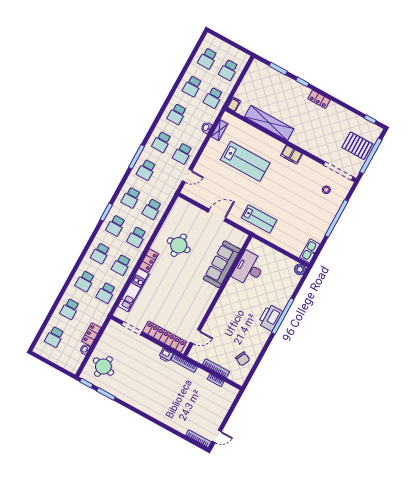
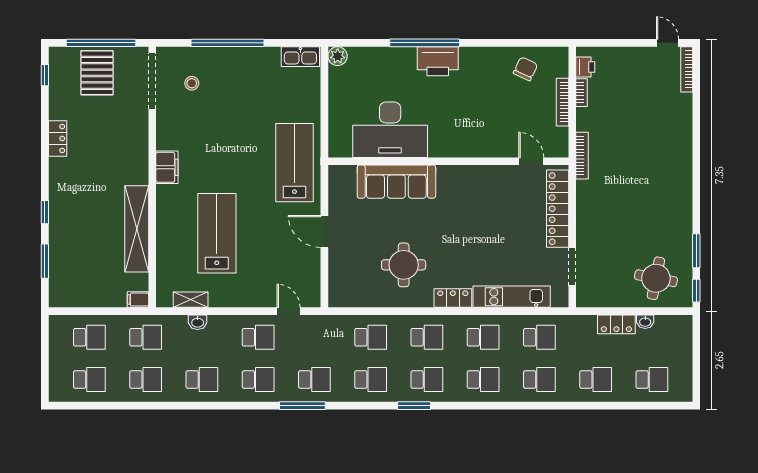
locker: (319, 99) -> (58, 138), moved
lab bench: (259, 219) -> (294, 163), width x1.36, depth x1.39
desk: (249, 269) -> (390, 130), width x1.36, depth x1.30
printer: (166, 355) -> (585, 67), moved

